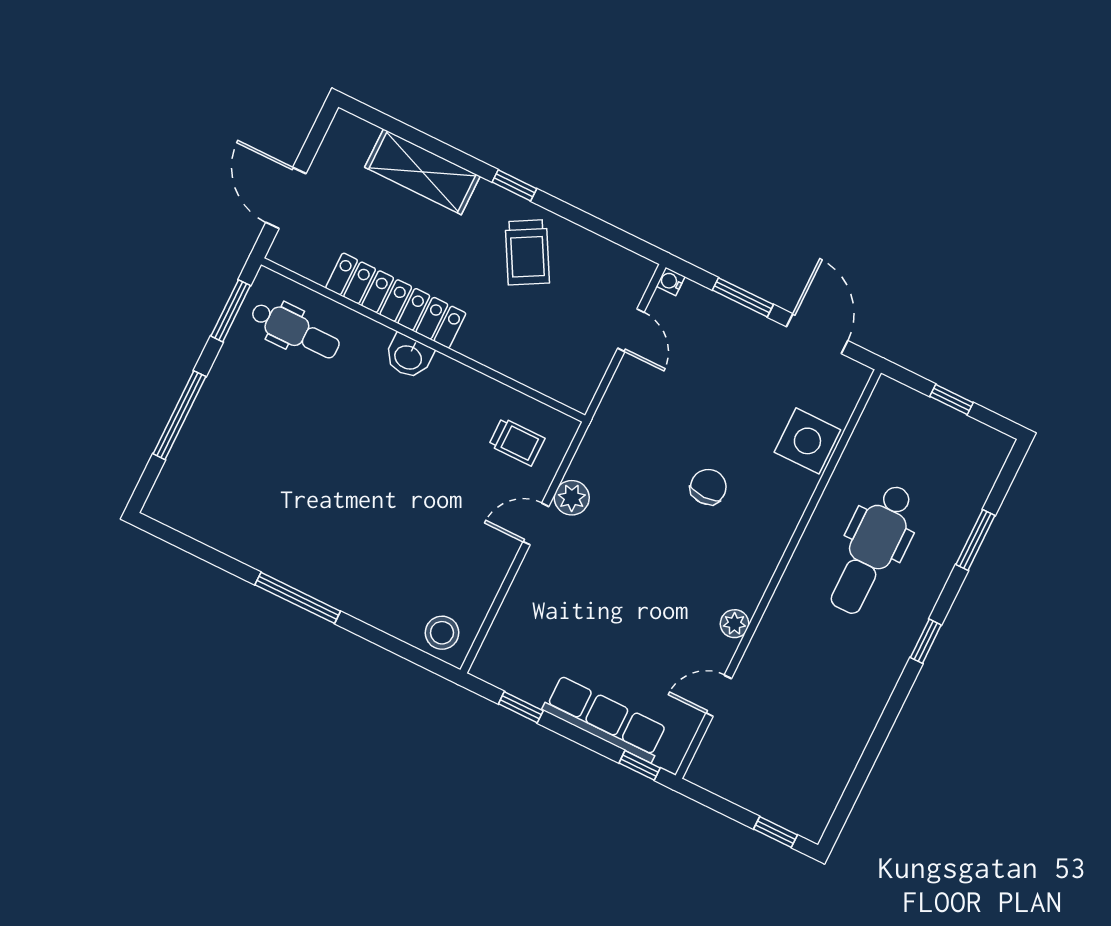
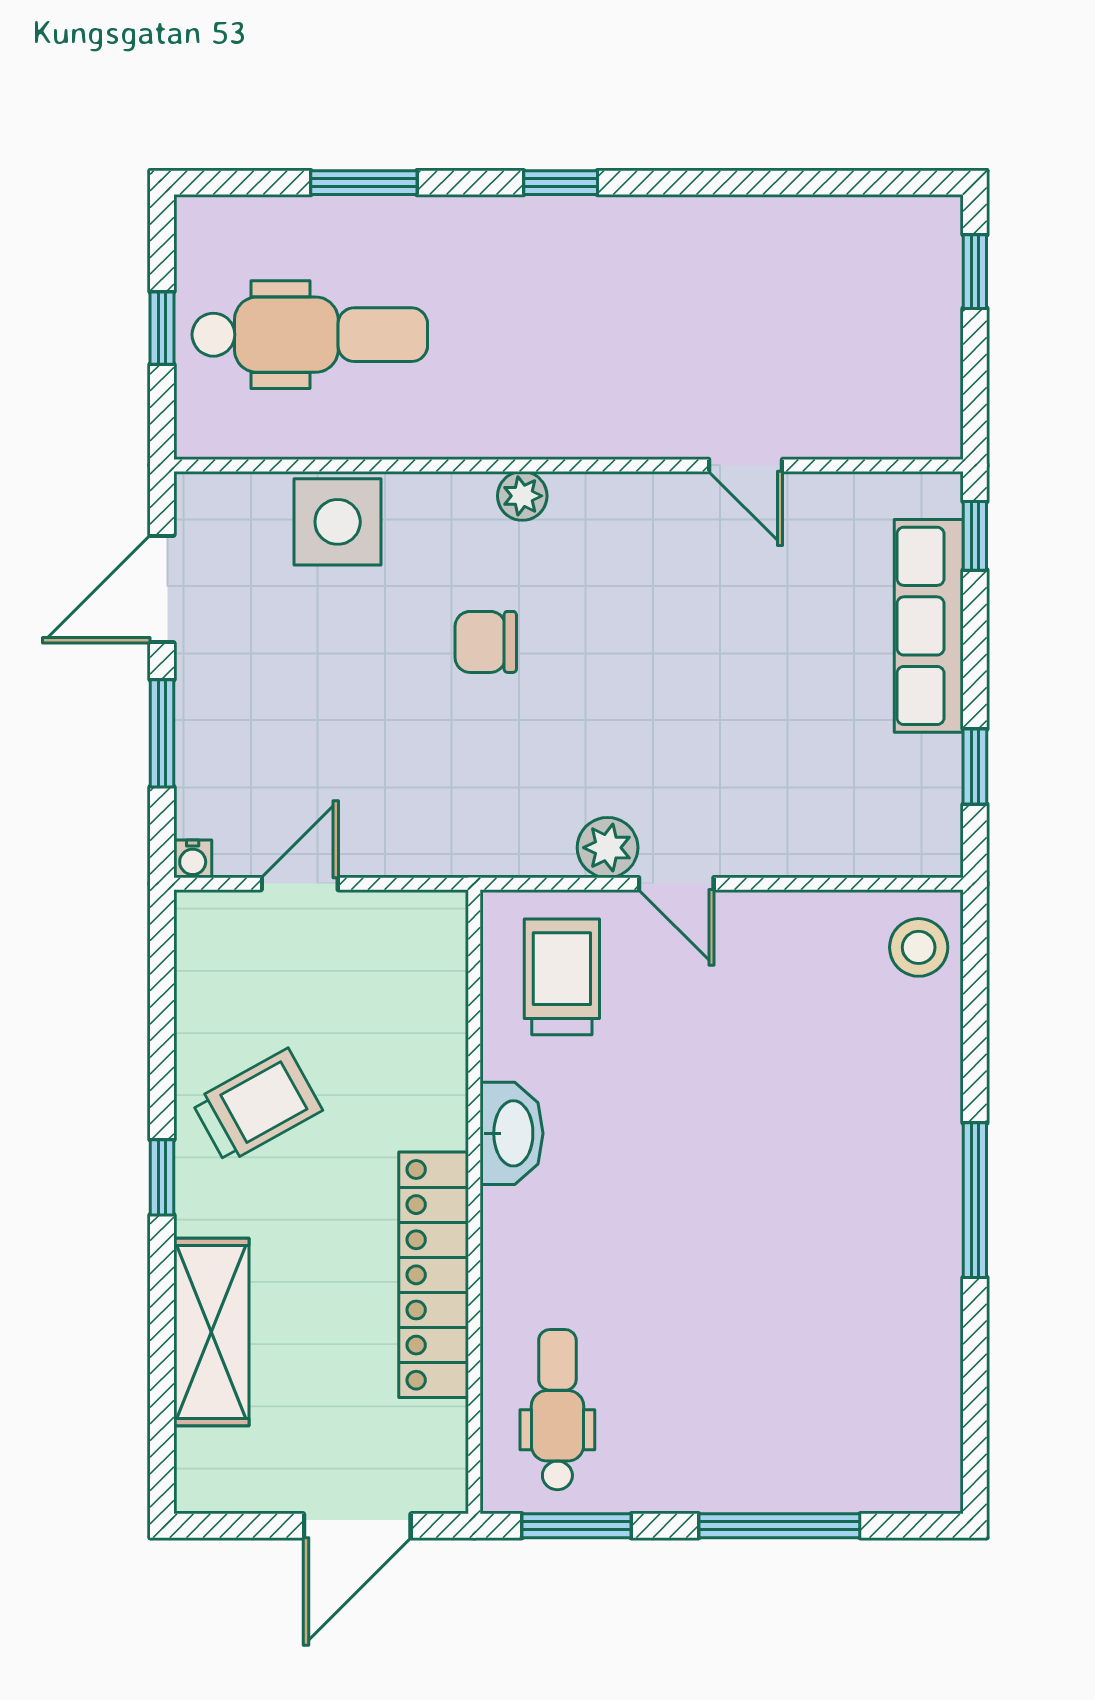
washbasin: (409, 357) -> (511, 1133), moved, width x1.38
trolley: (517, 442) -> (562, 977), width x1.36, depth x1.39
dental chair: (872, 549) -> (310, 335), moved
plant: (735, 624) -> (522, 496), moved
door: (719, 696) -> (746, 465), moved

